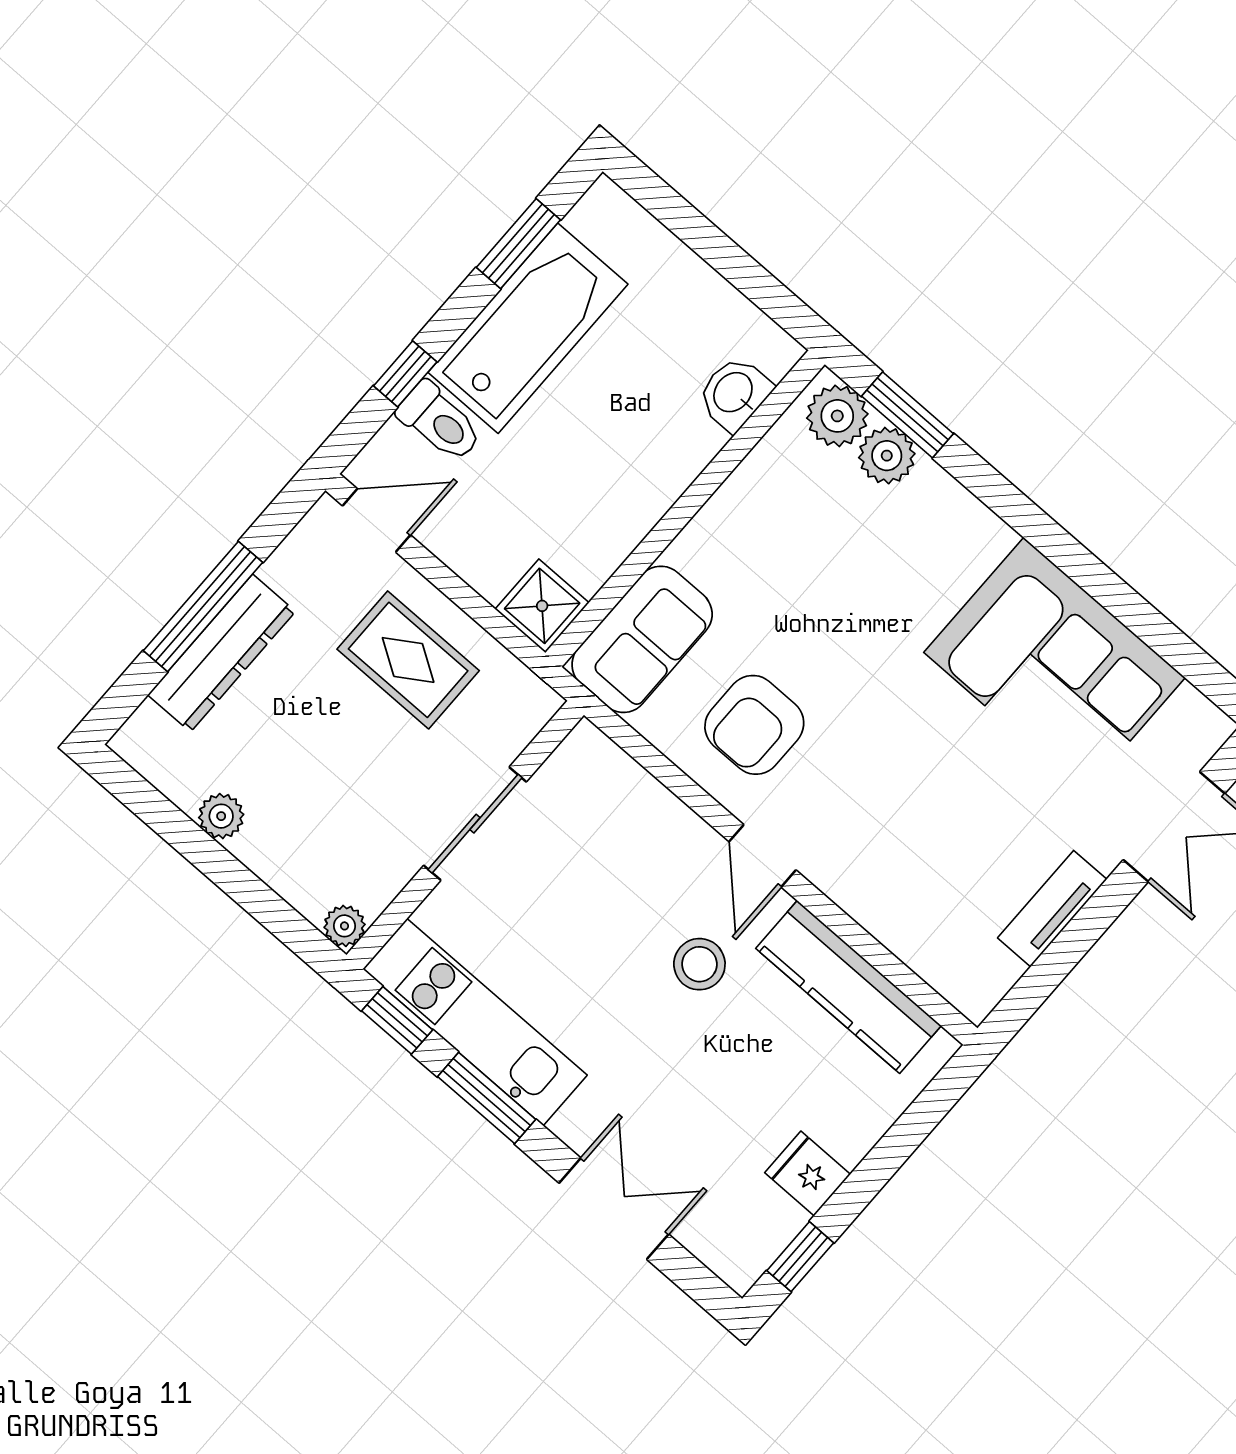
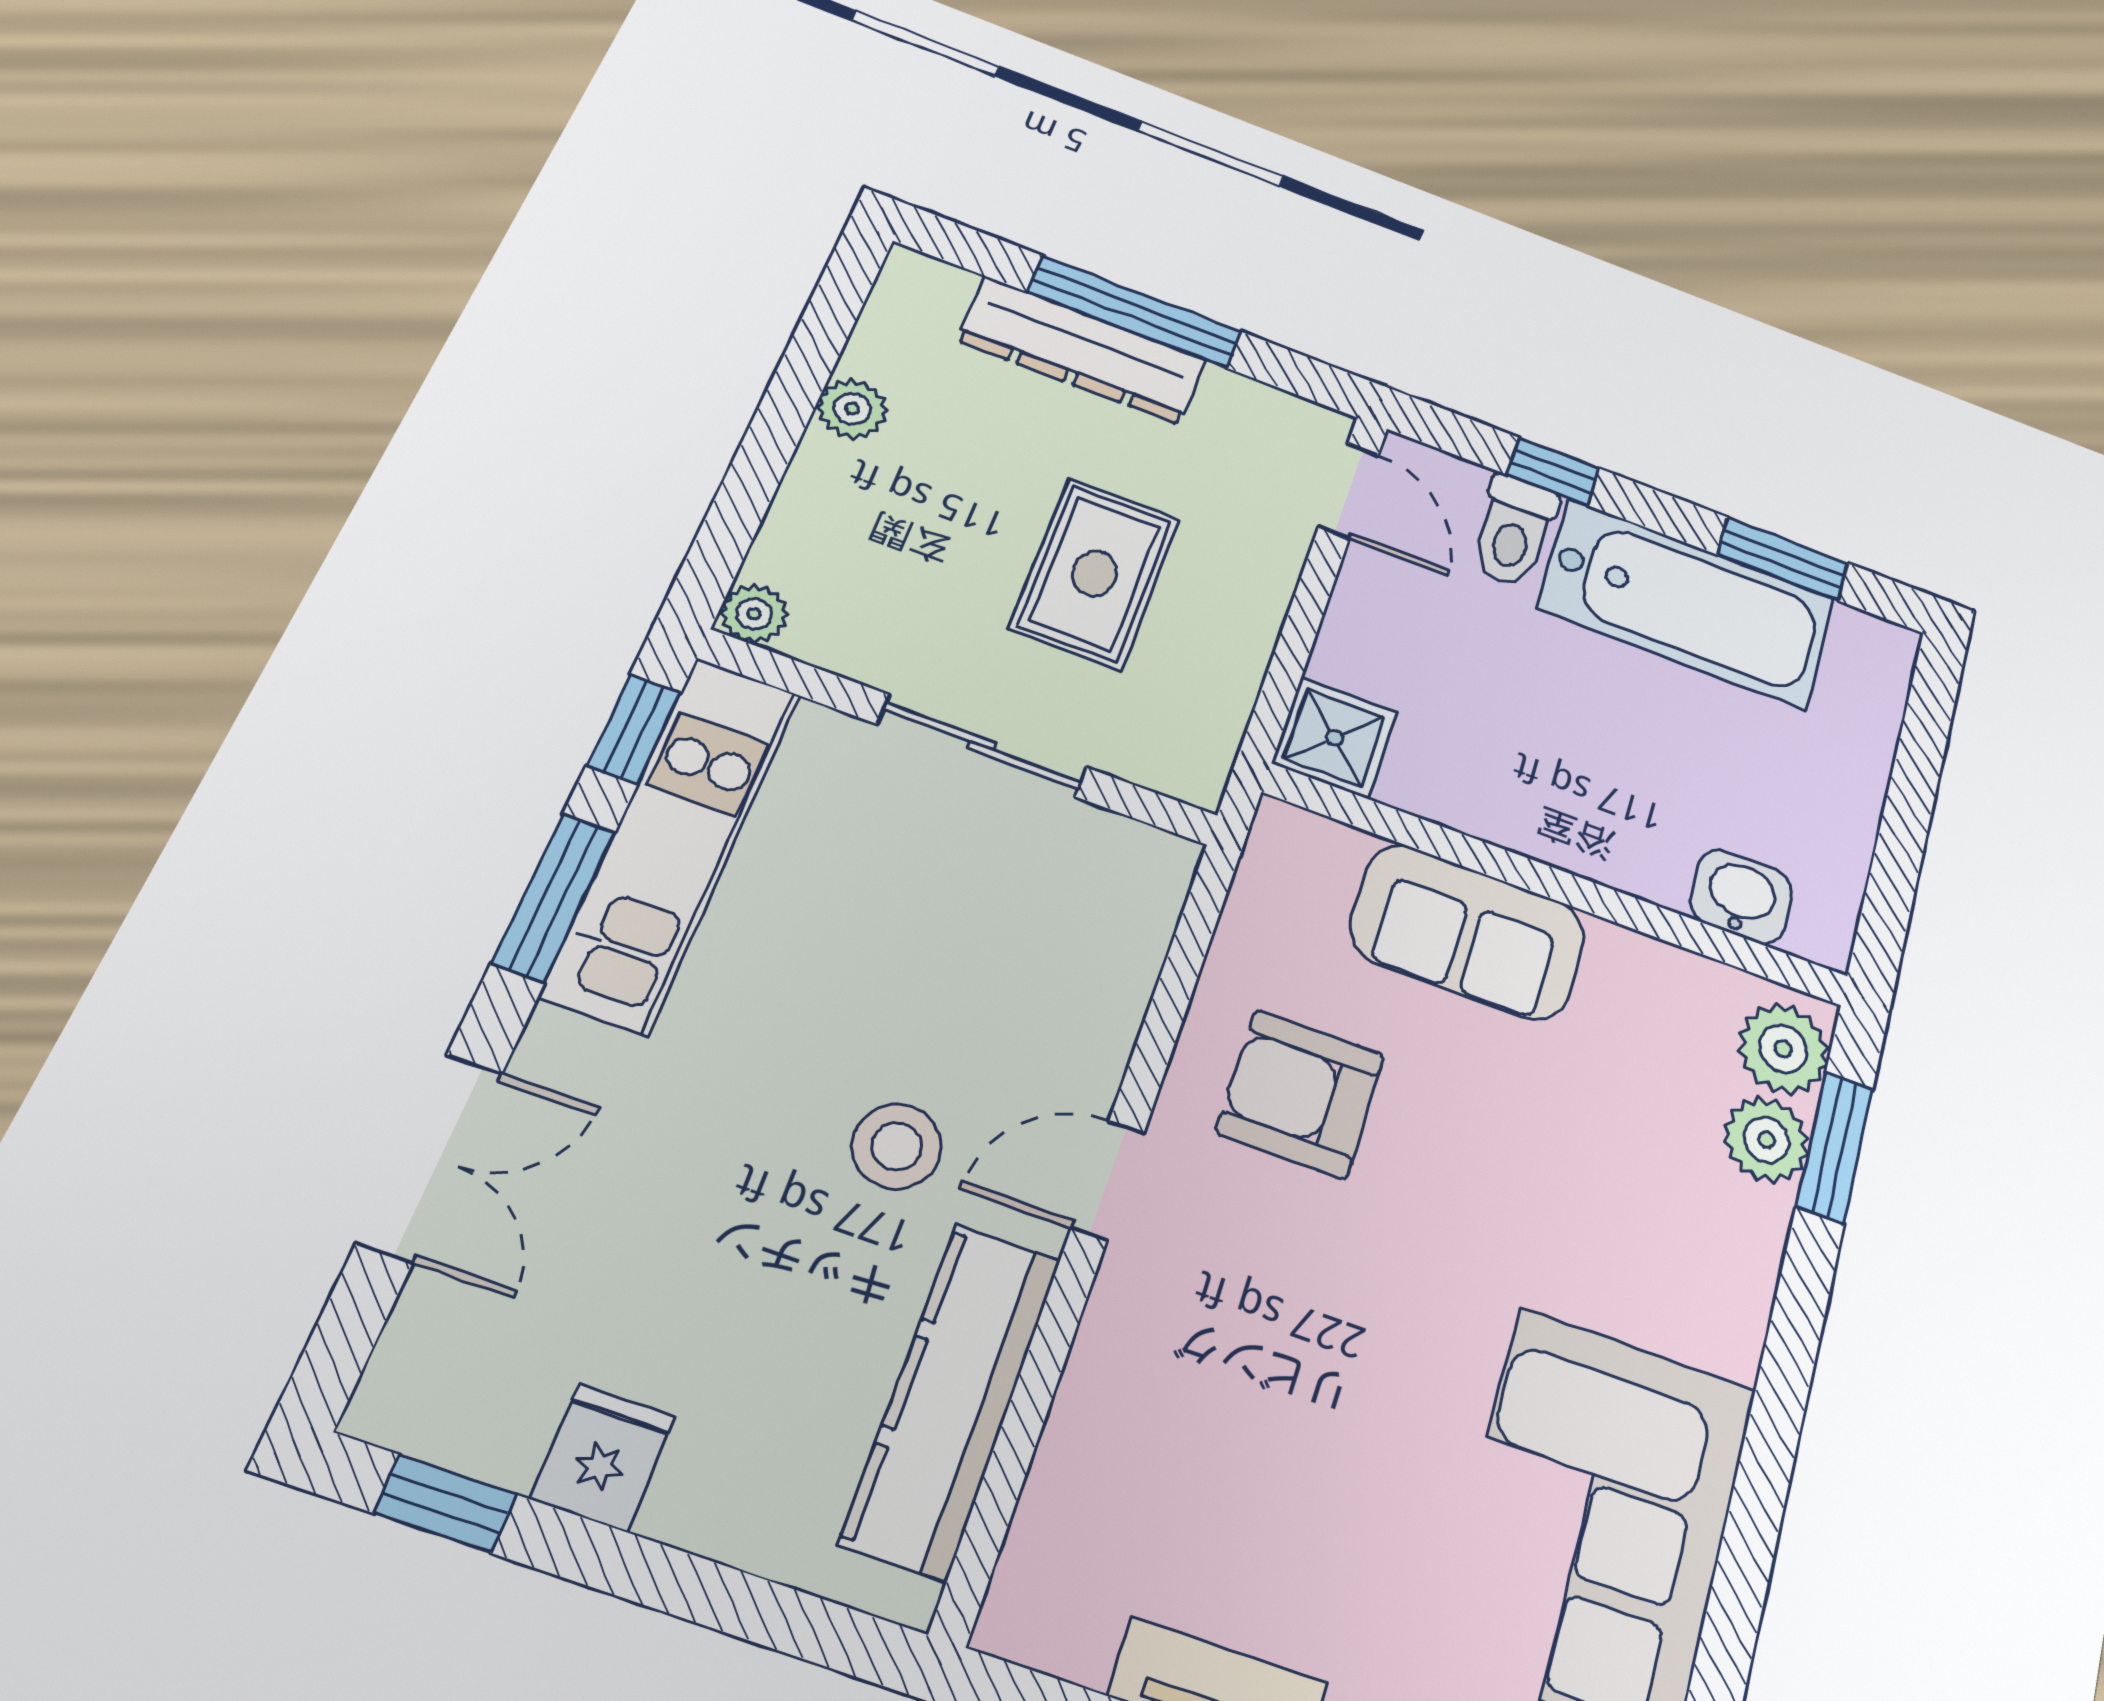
sofa: (642, 639) -> (1468, 932), moved
rug: (408, 660) -> (1095, 573), moved

